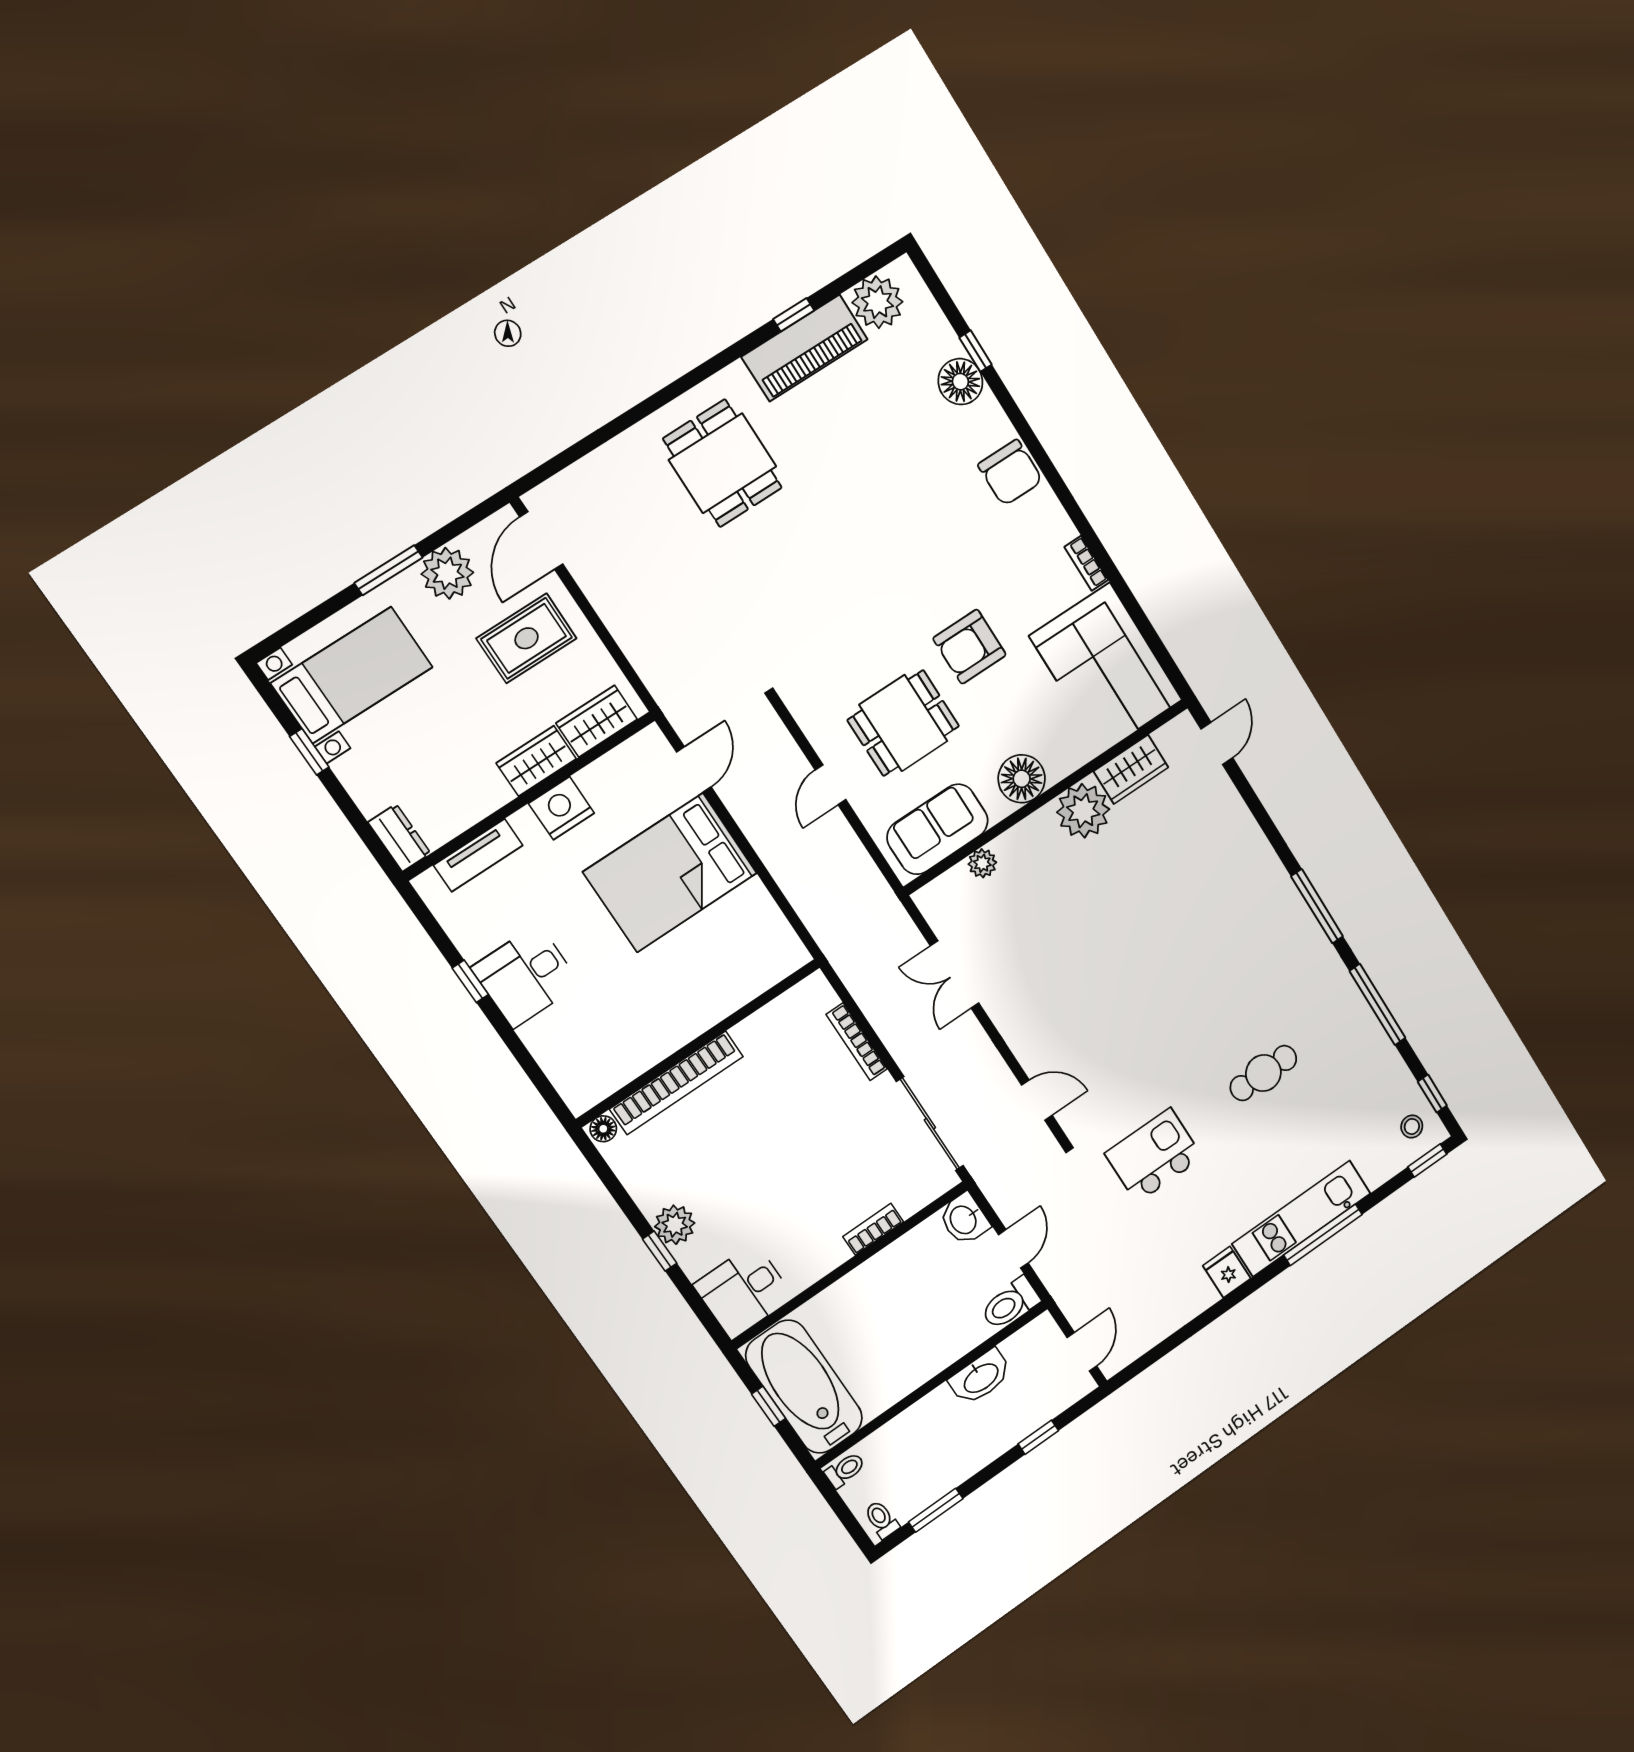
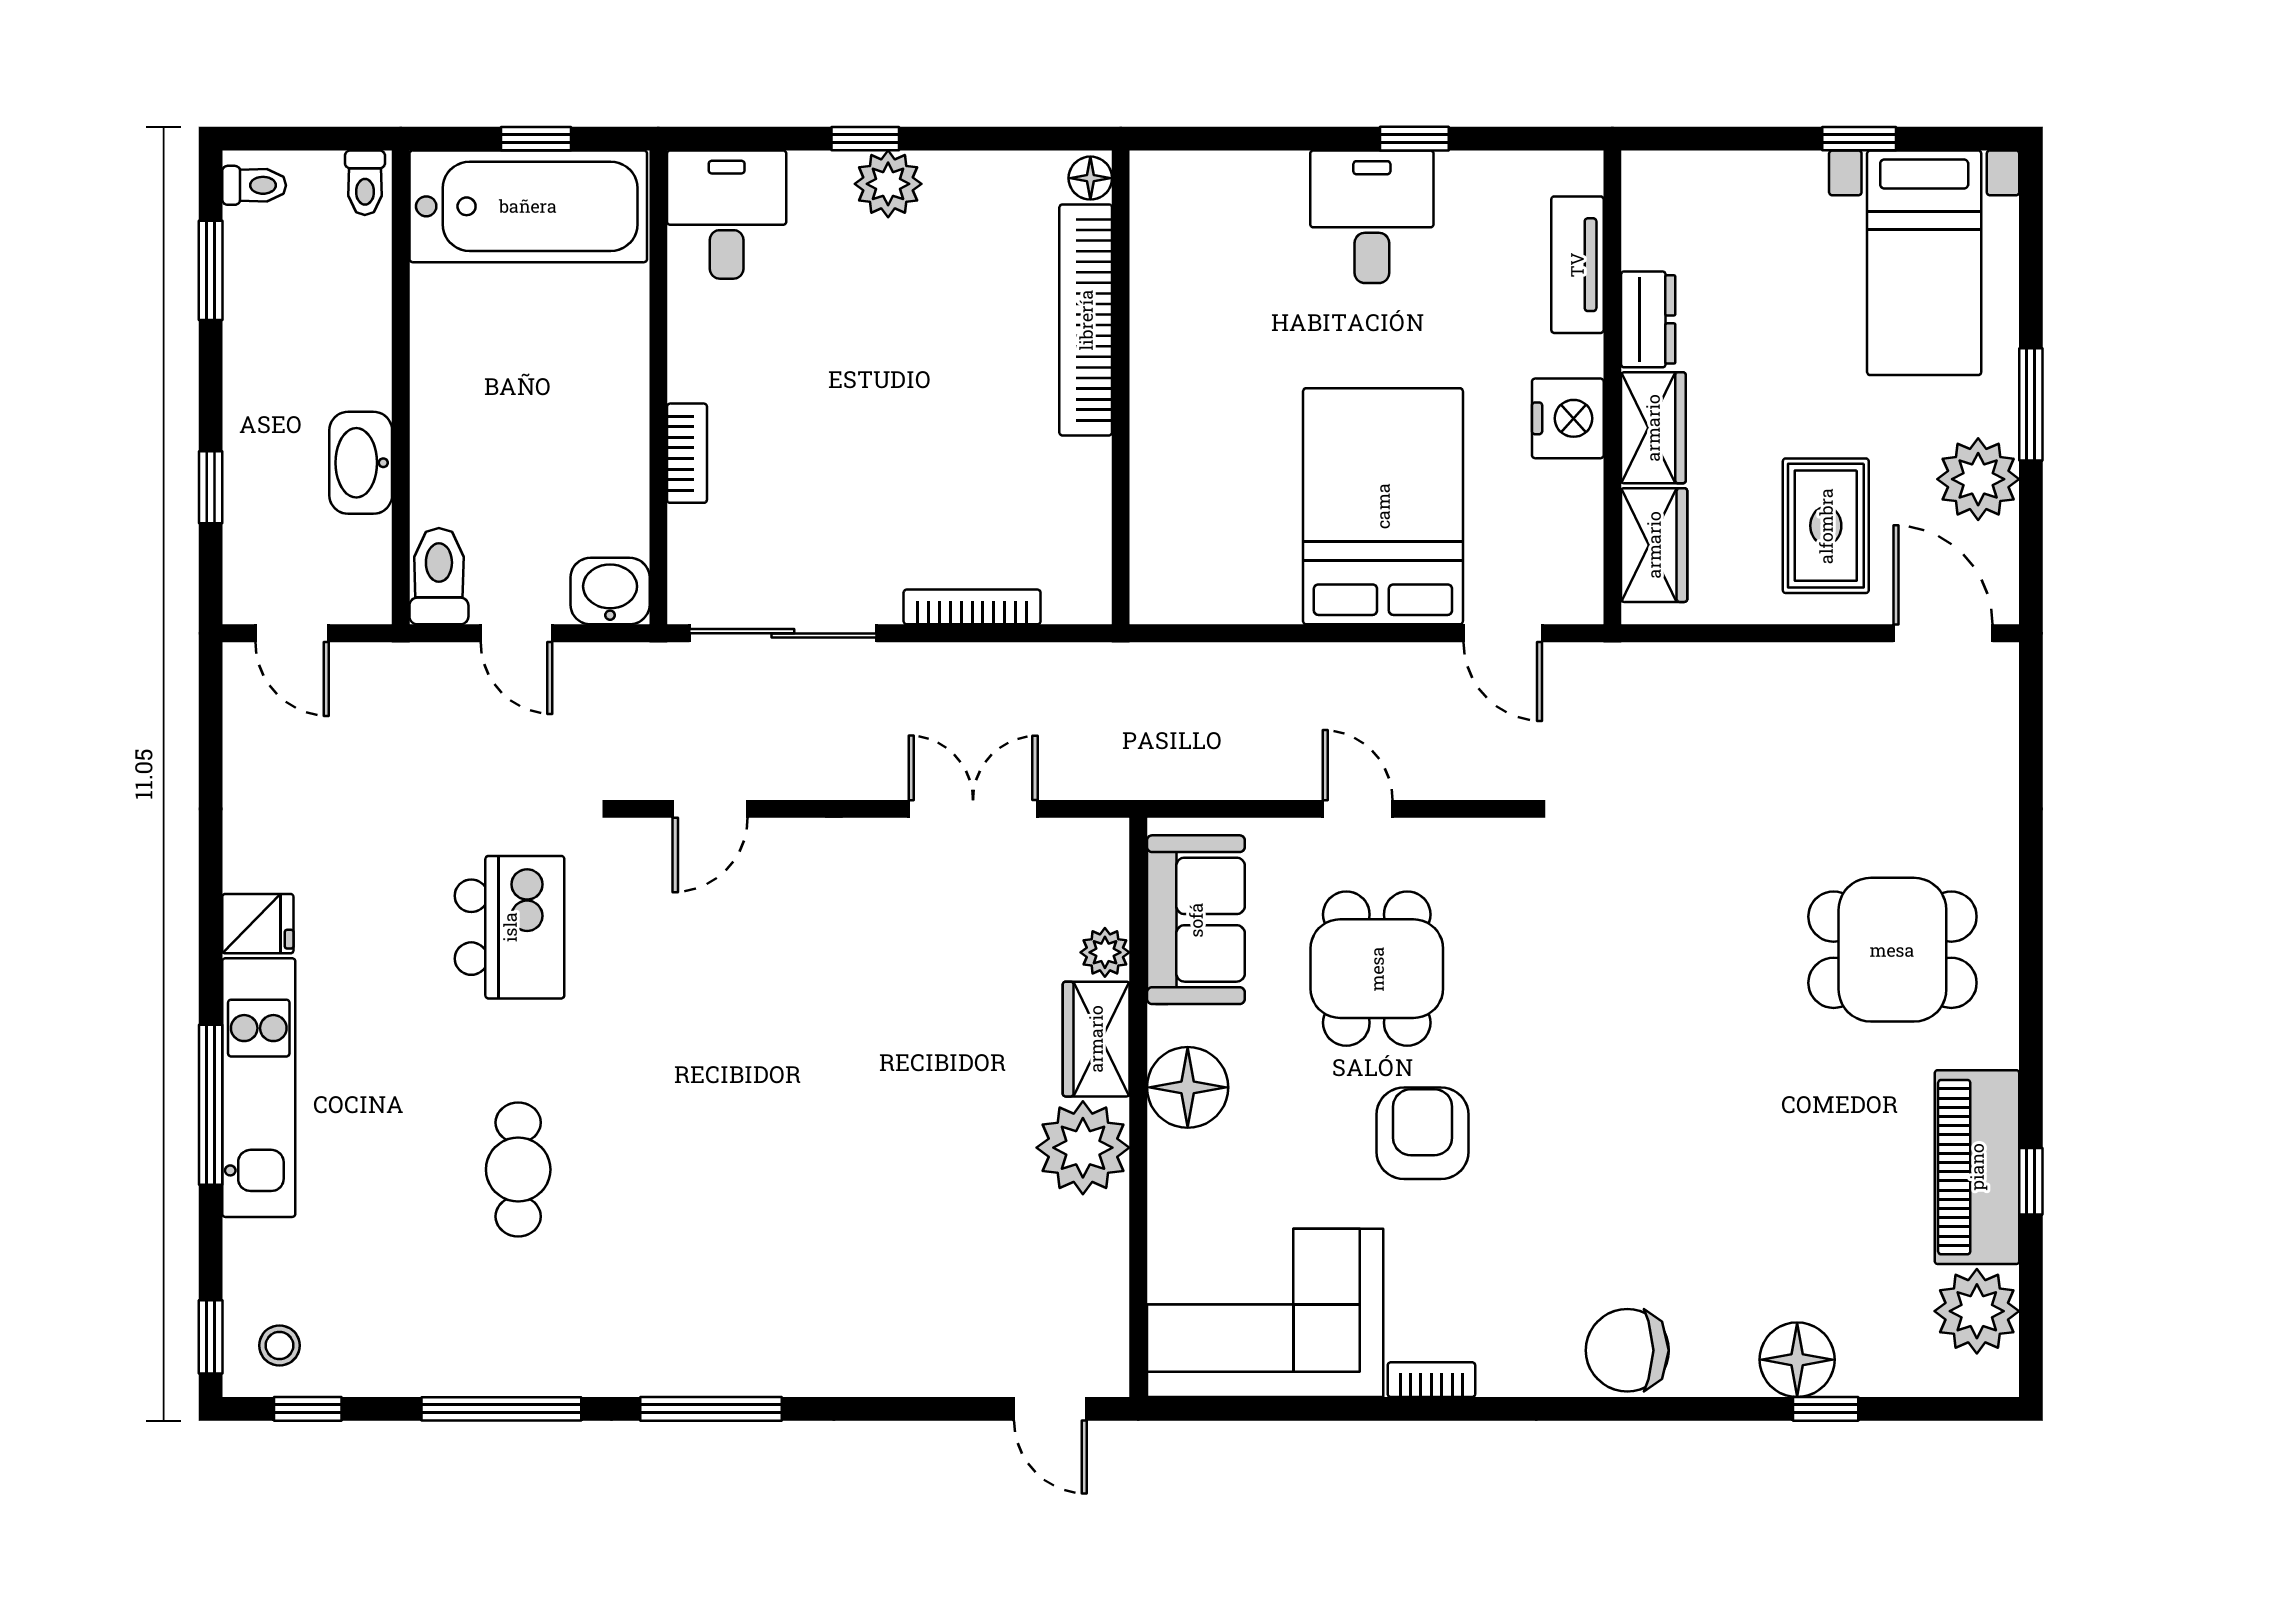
wardrobe: (1131, 769) -> (1096, 1039), moved
dresser: (399, 838) -> (1648, 319), moved, turned -90

